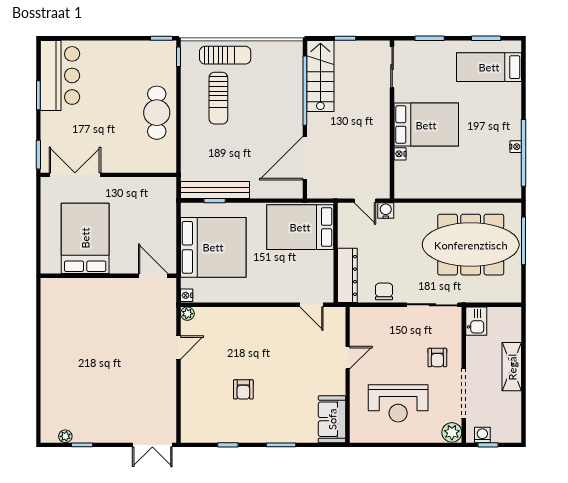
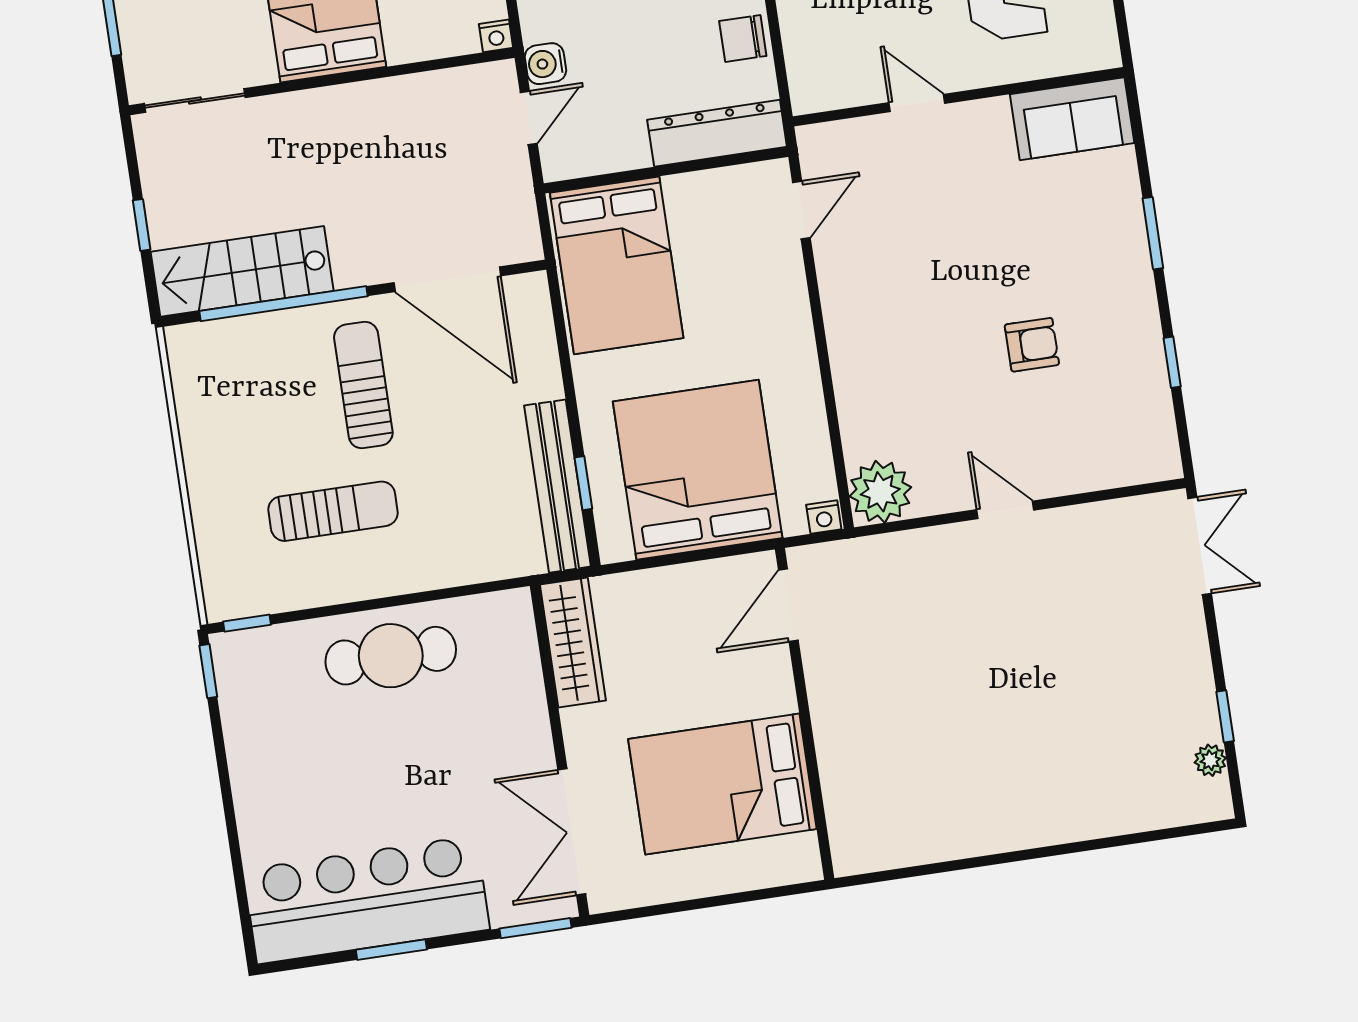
sun lounger: (225, 55) -> (363, 385), moved
bar counter: (60, 75) -> (367, 900), width x1.36
nightstand: (400, 154) -> (496, 36), moved
wardrobe: (151, 187) -> (573, 643), added
plant: (187, 314) -> (880, 492), width x1.88, depth x1.88
door: (178, 347) -> (1005, 510), moved

